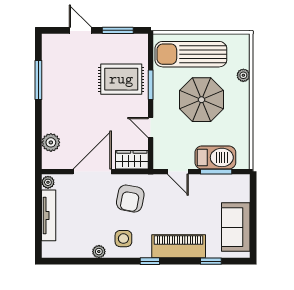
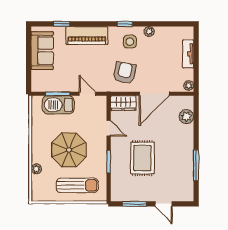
sun lounger: (191, 54) -> (77, 185), width x0.73, depth x0.75
rug: (121, 79) -> (142, 158), moved, turned 90
tv unit: (49, 215) -> (188, 54), width x0.71
window: (150, 261) -> (125, 24), moved

